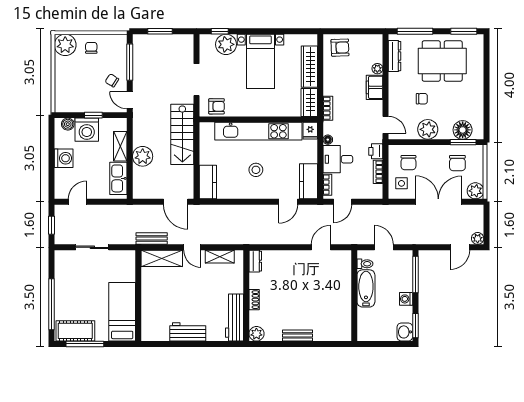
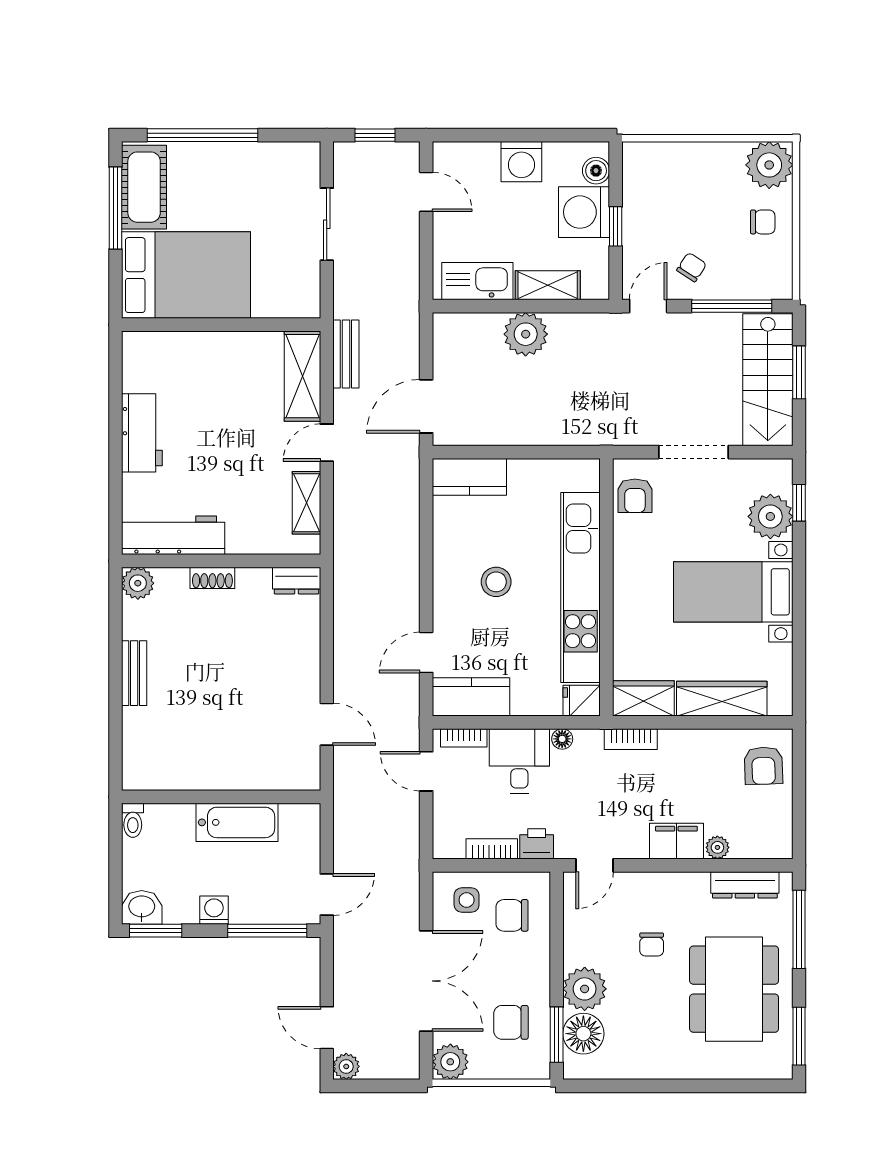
plant: (428, 129) -> (585, 989), moved
stairs: (182, 134) -> (768, 380), moved, turned -90
door: (288, 202) -> (426, 652), hinge flipped
door: (384, 247) -> (327, 894), moved
toilet: (365, 264) -> (133, 820), moved
bed: (122, 312) -> (186, 275), width x1.50

